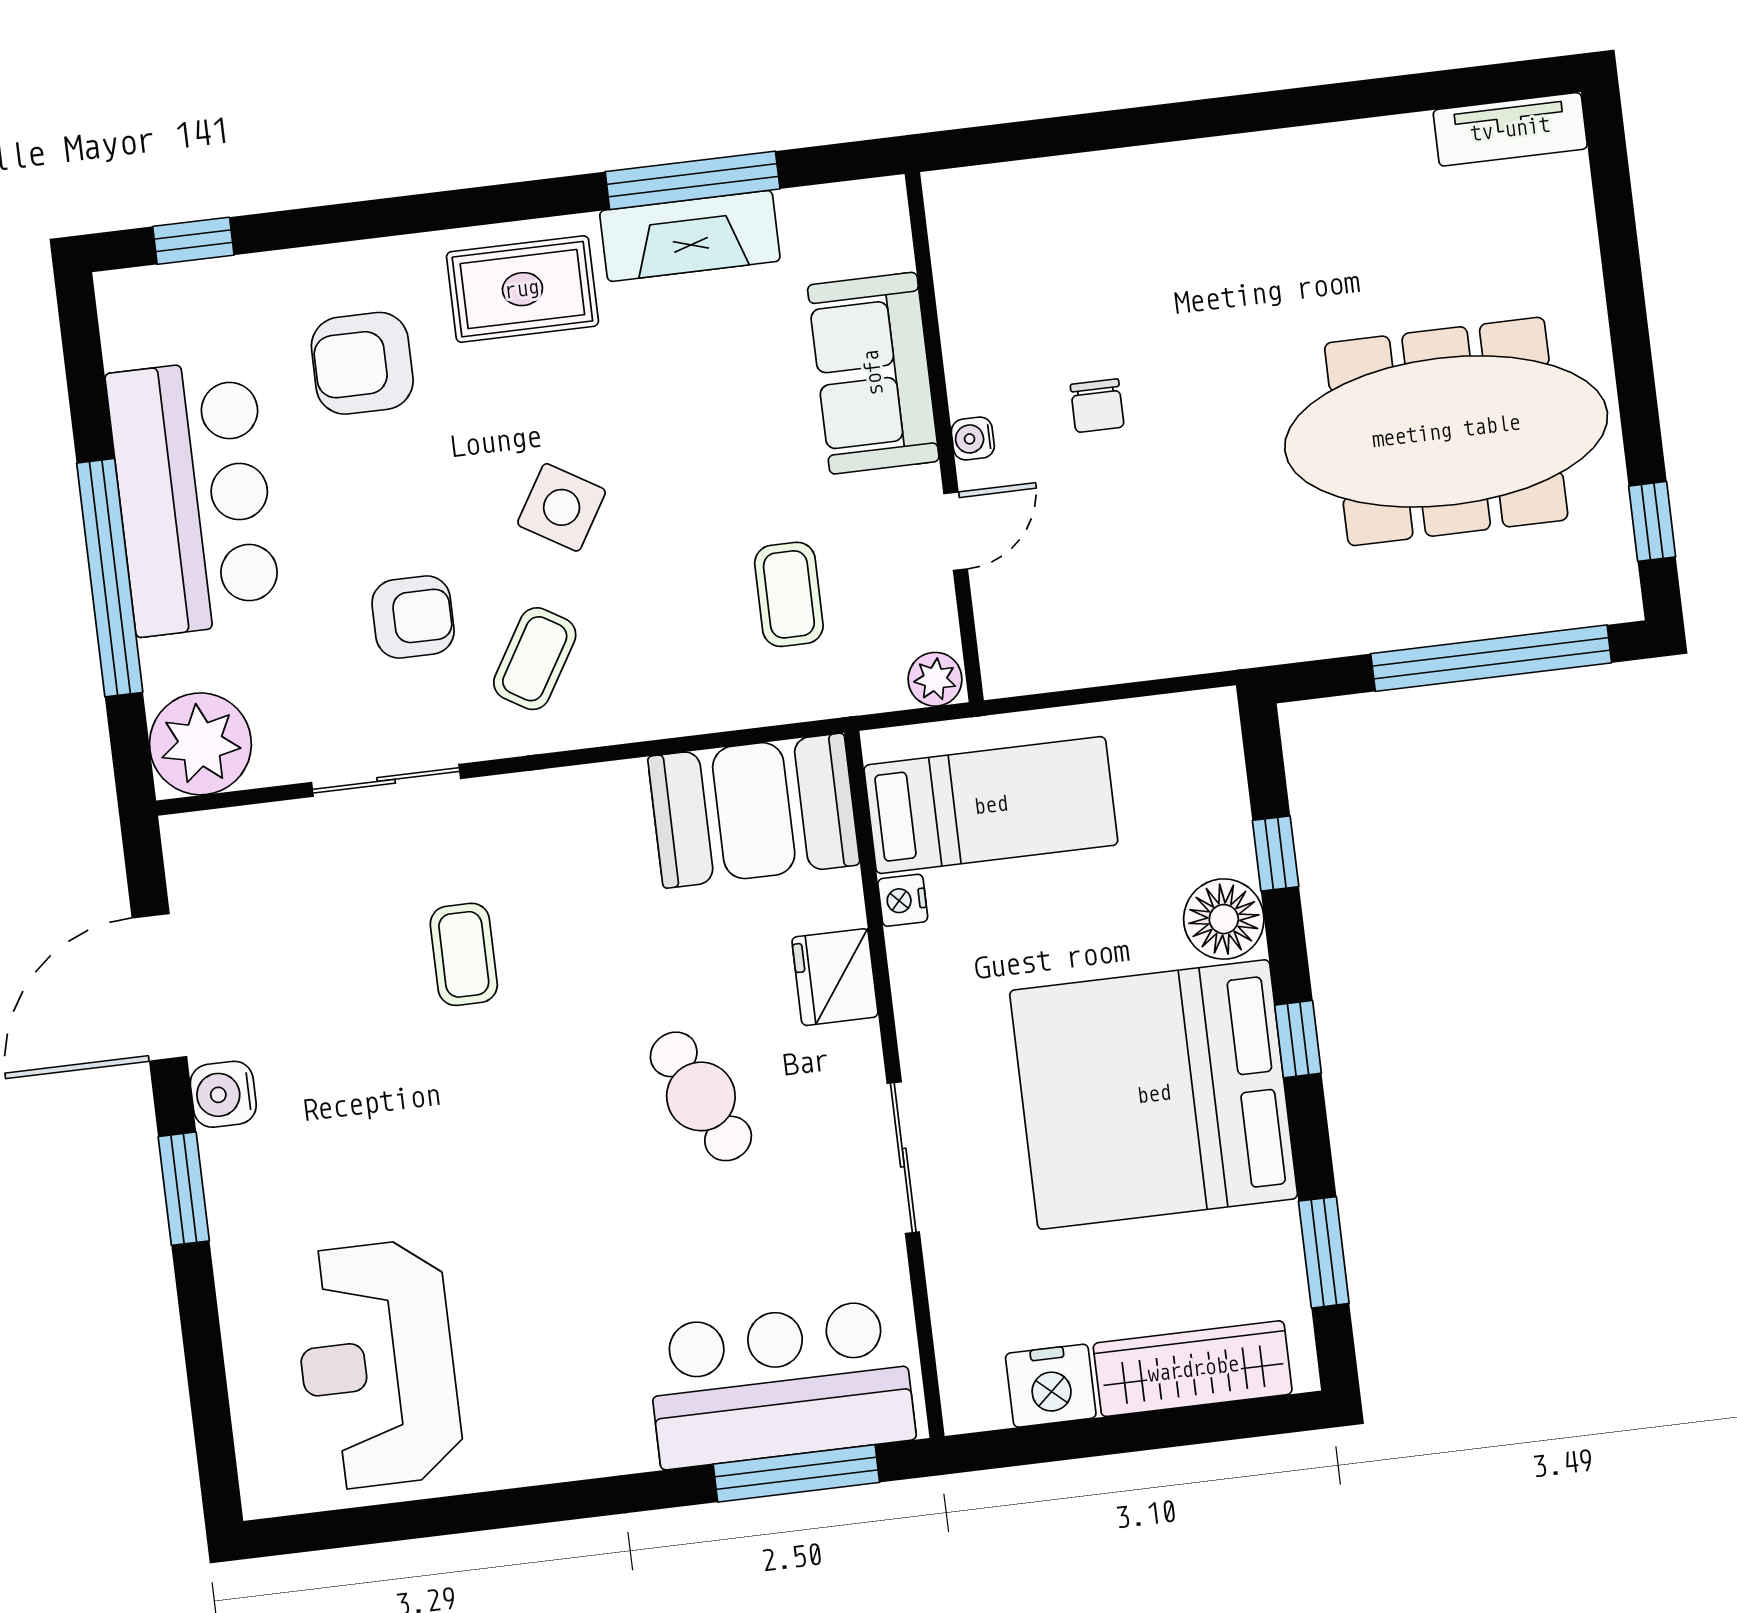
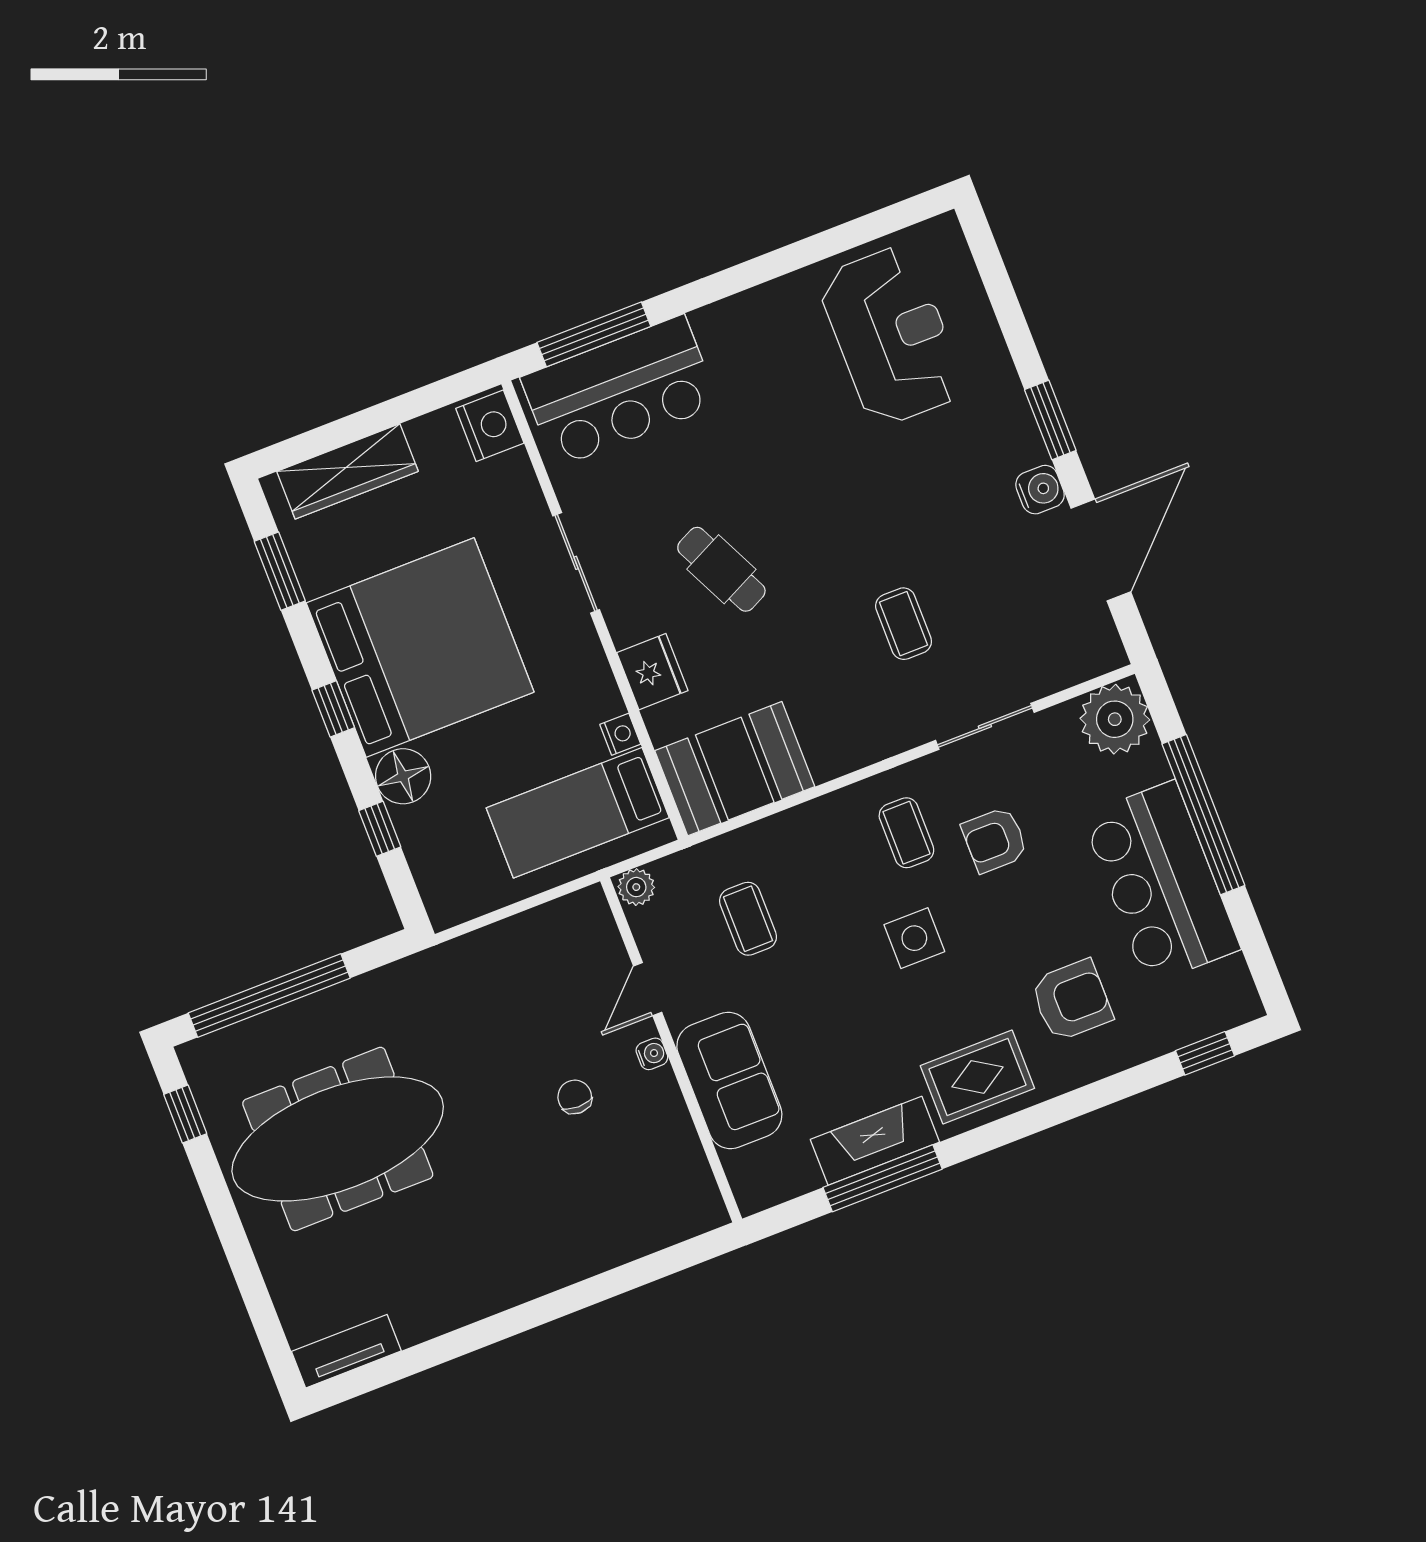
side table: (562, 507) -> (914, 938), turned -31
coffee table: (535, 659) -> (906, 833), turned -31
nightstand: (1051, 1386) -> (490, 426), moved, turned 90

